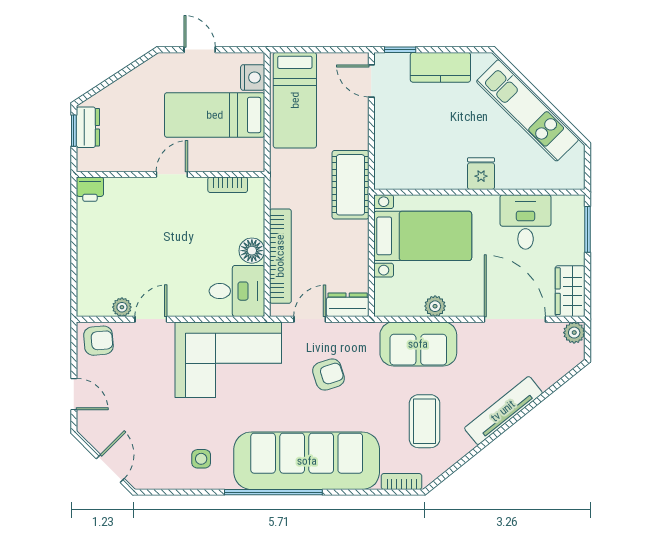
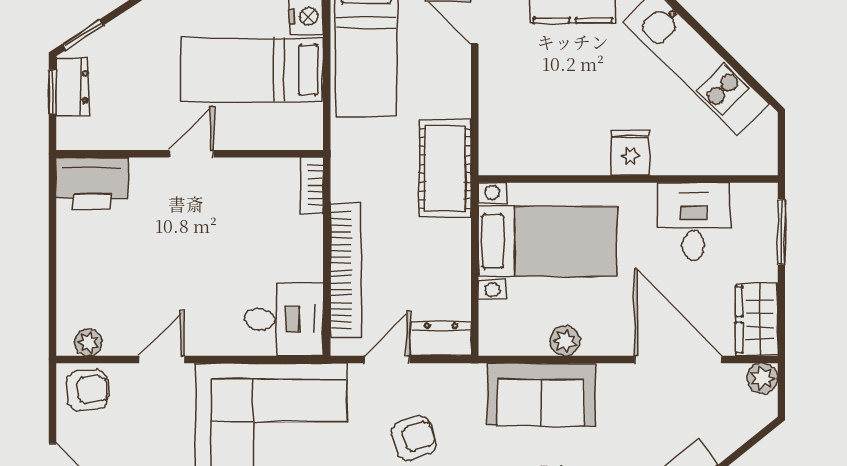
window: (95, 90) -> (83, 35), added
bookcase: (228, 185) -> (312, 185), moved, turned 90
printer: (90, 189) -> (92, 183), width x1.87, depth x1.48
floor lamp: (252, 251) -> (305, 262), removed
plant: (122, 307) -> (88, 342), moved

